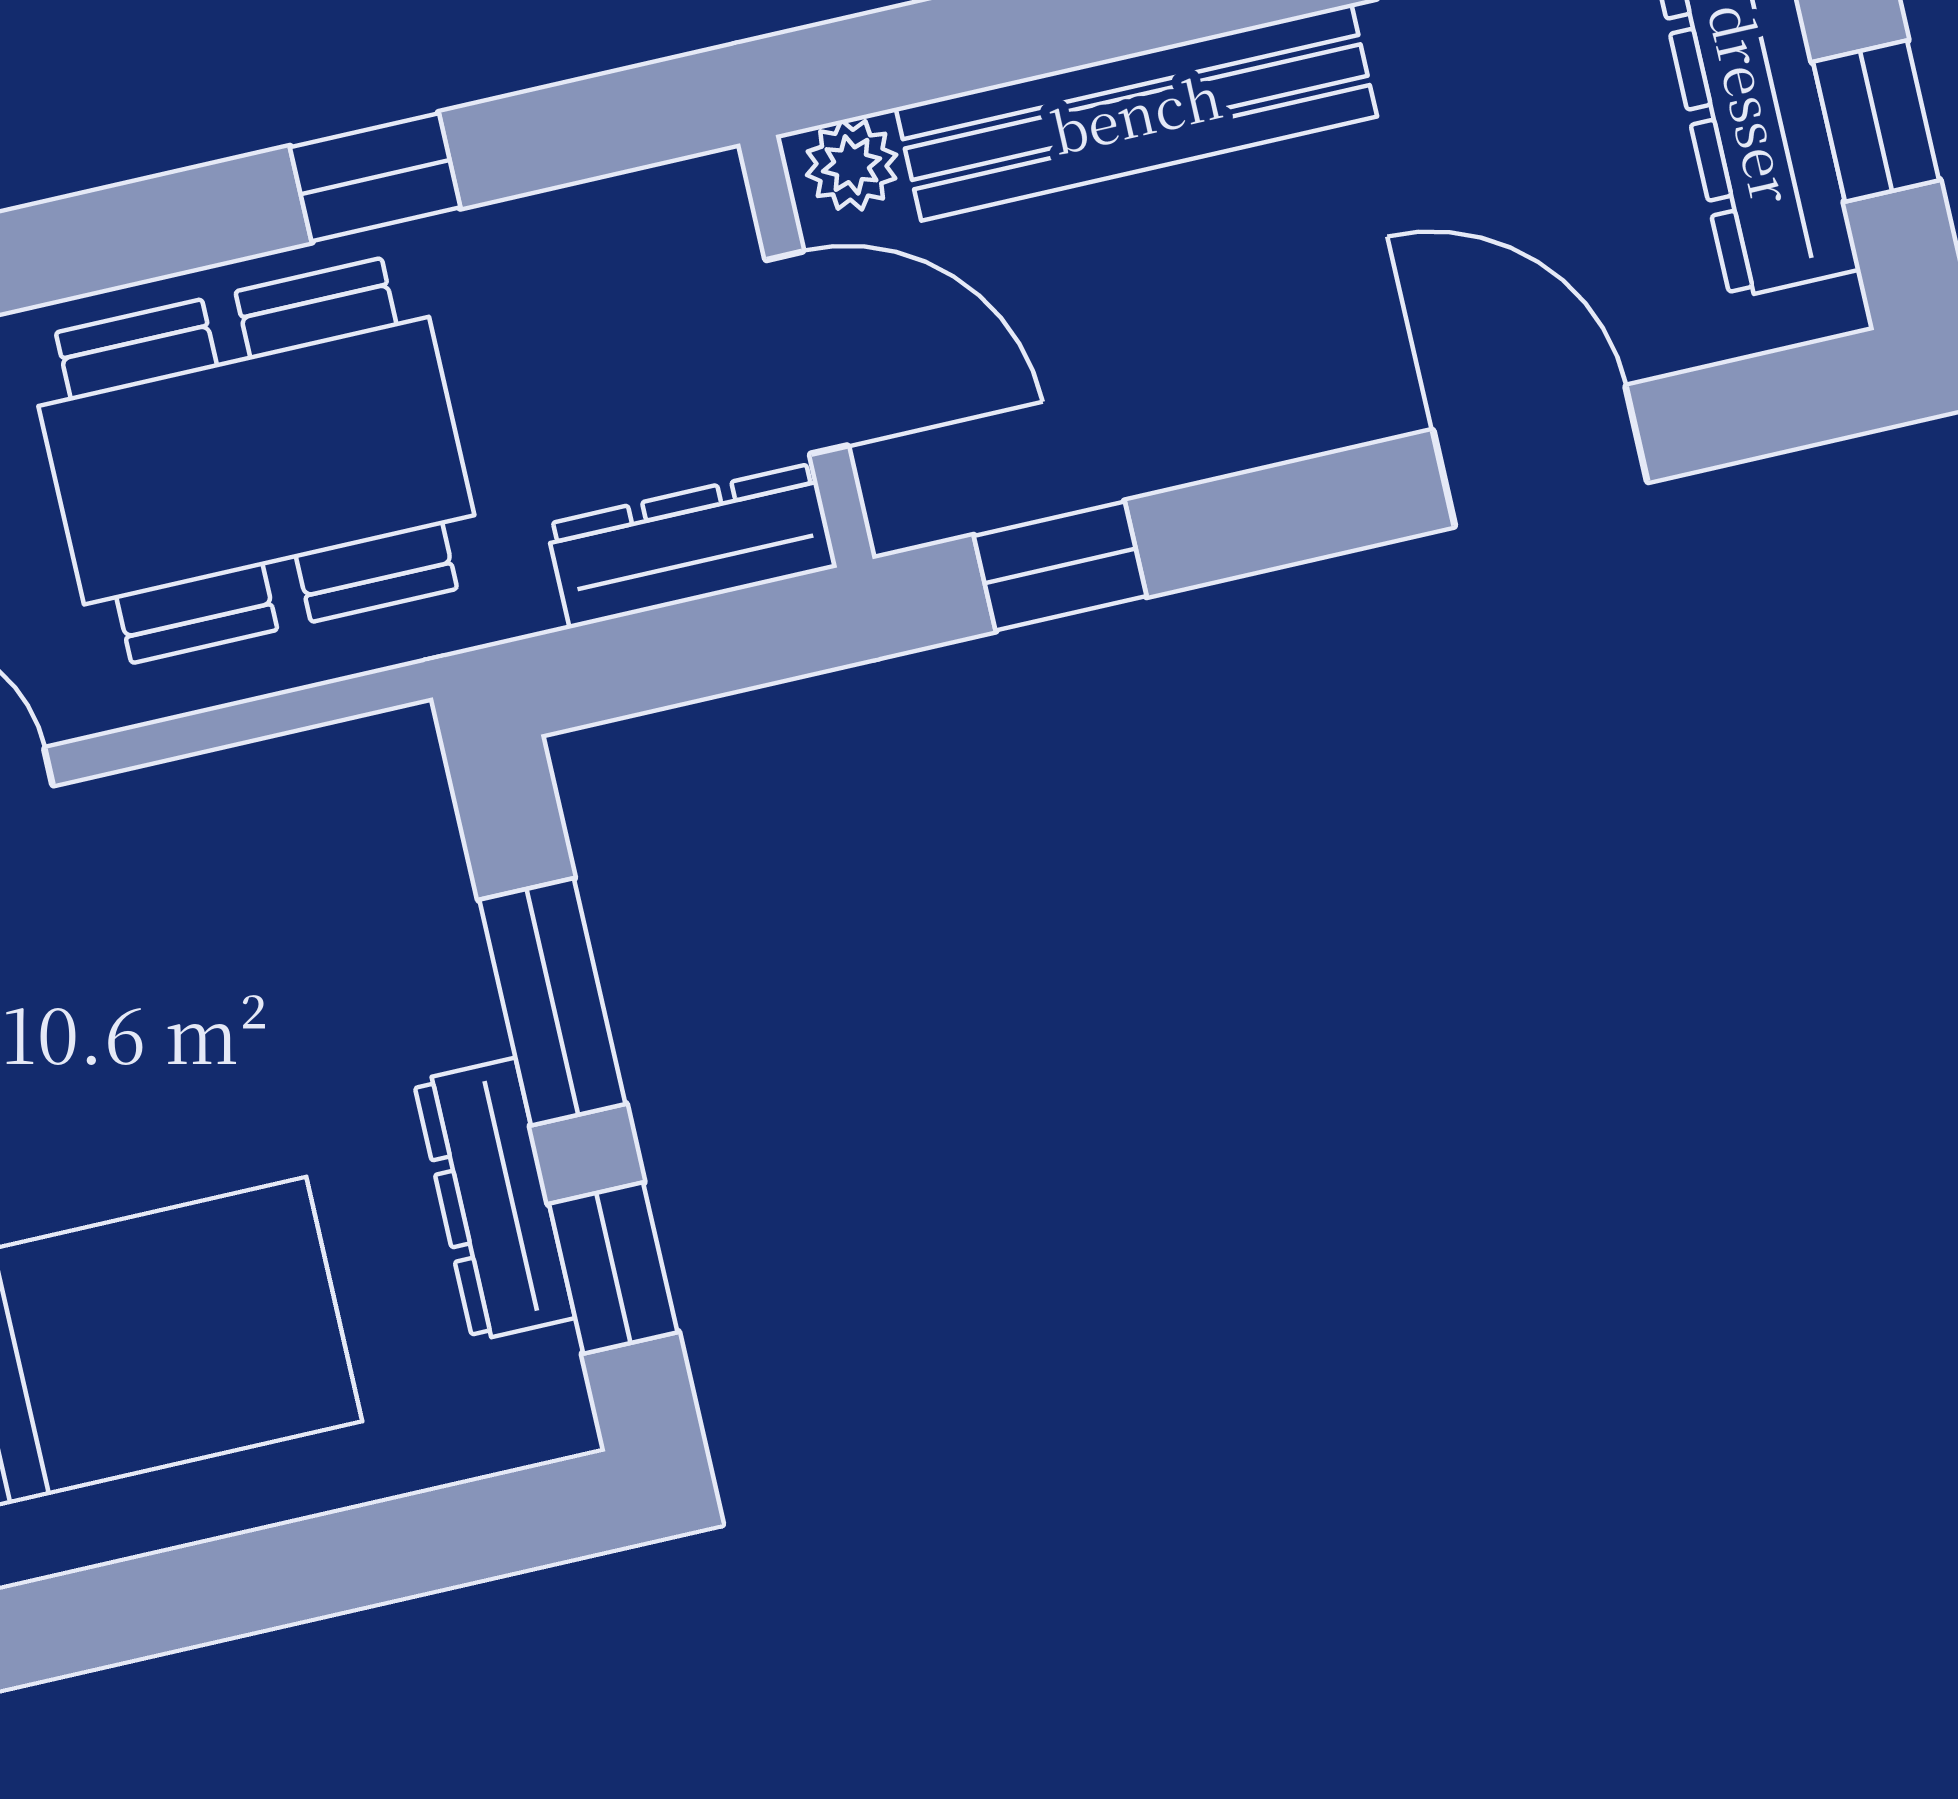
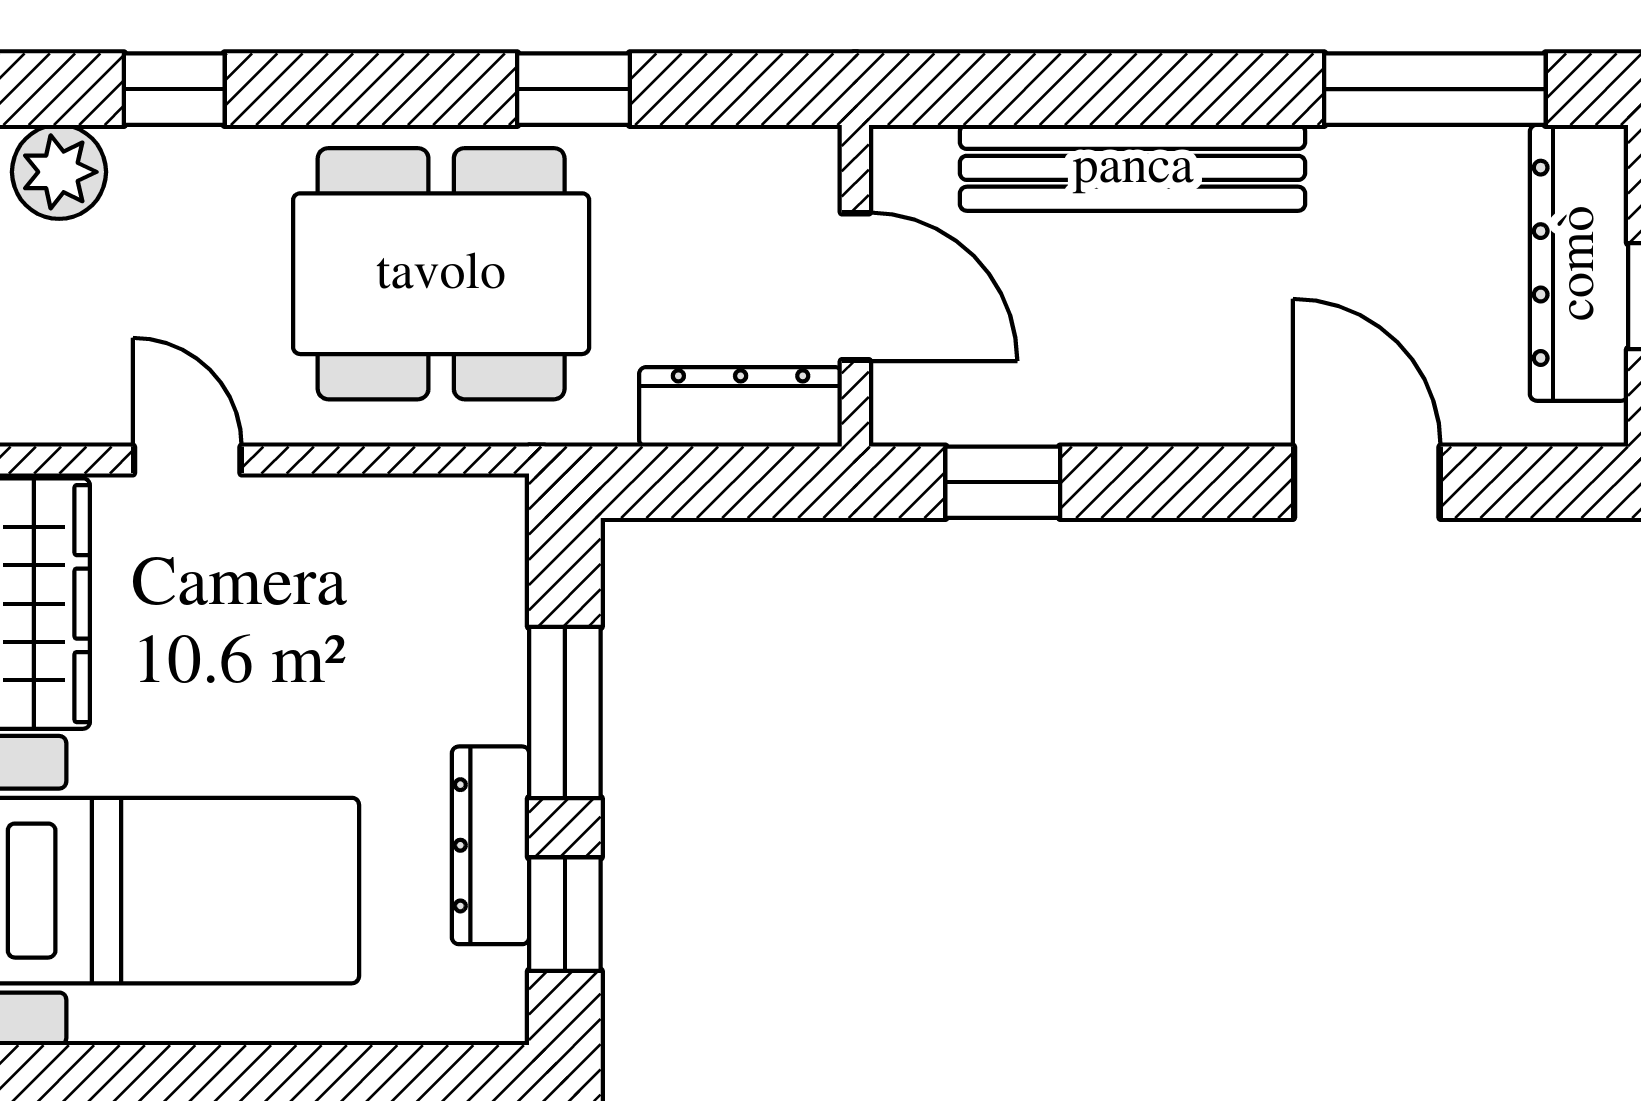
plant: (852, 165) -> (919, 159), removed

